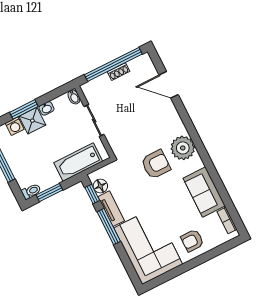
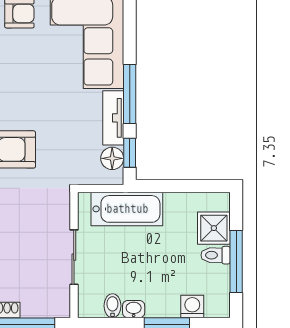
bidet: (74, 97) -> (112, 306), moved
shower: (32, 121) -> (214, 228), moved
toilet: (31, 191) -> (216, 255), moved
window: (49, 192) -> (190, 186), removed

